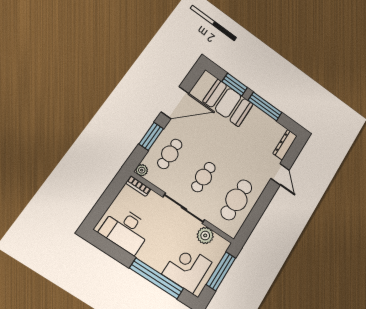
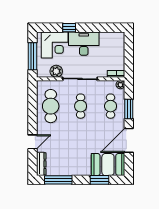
booth: (228, 103) -> (108, 165), moved
window: (265, 106) -> (58, 180), moved
door: (280, 174) -> (32, 142), swing flipped
desk: (126, 230) -> (84, 44), moved
window: (157, 278) -> (69, 28), width x0.32

